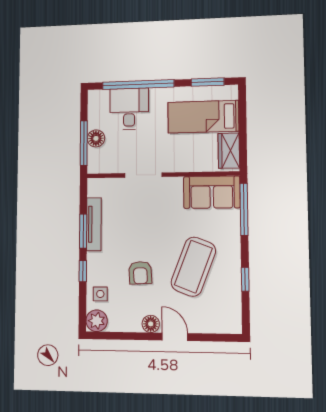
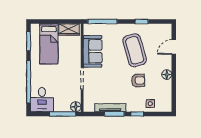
desk: (129, 109) -> (42, 100), moved, turned -90
floor lamp: (96, 138) -> (76, 107), moved
sofa: (212, 192) -> (93, 51), moved
coffee table: (193, 267) -> (135, 50), turned 53
plant: (97, 321) -> (165, 106), removed
door: (175, 337) -> (174, 47), moved

